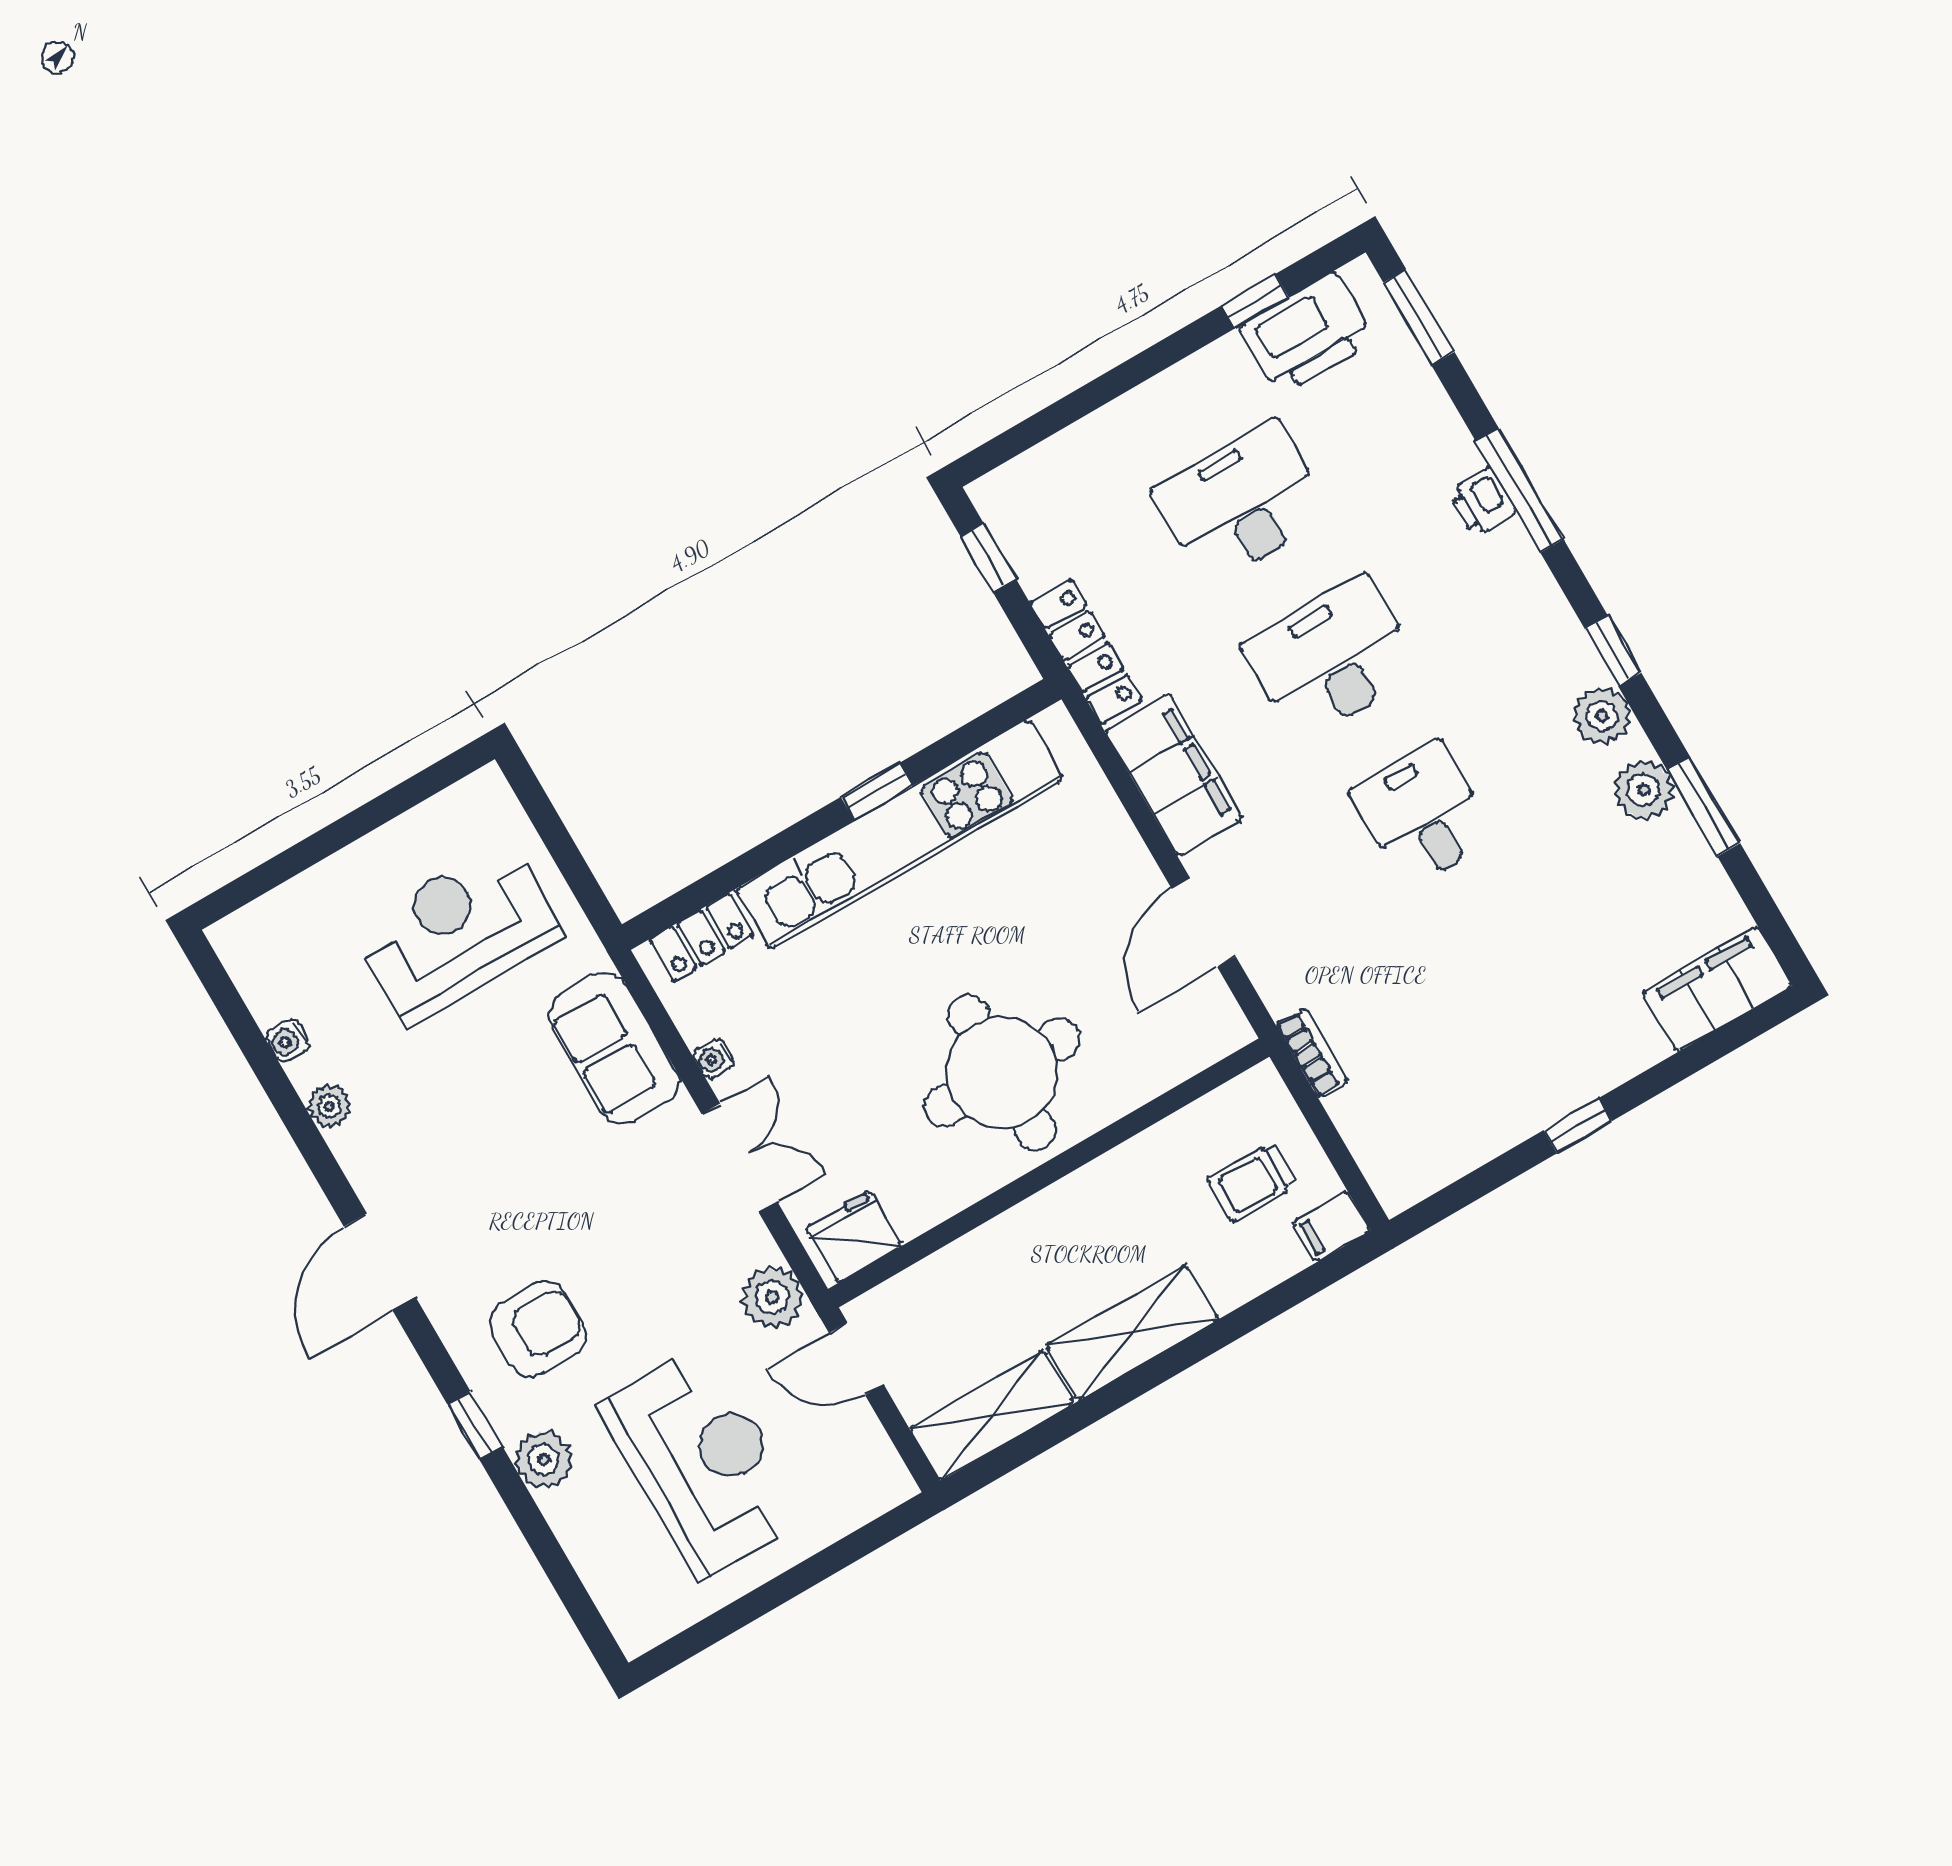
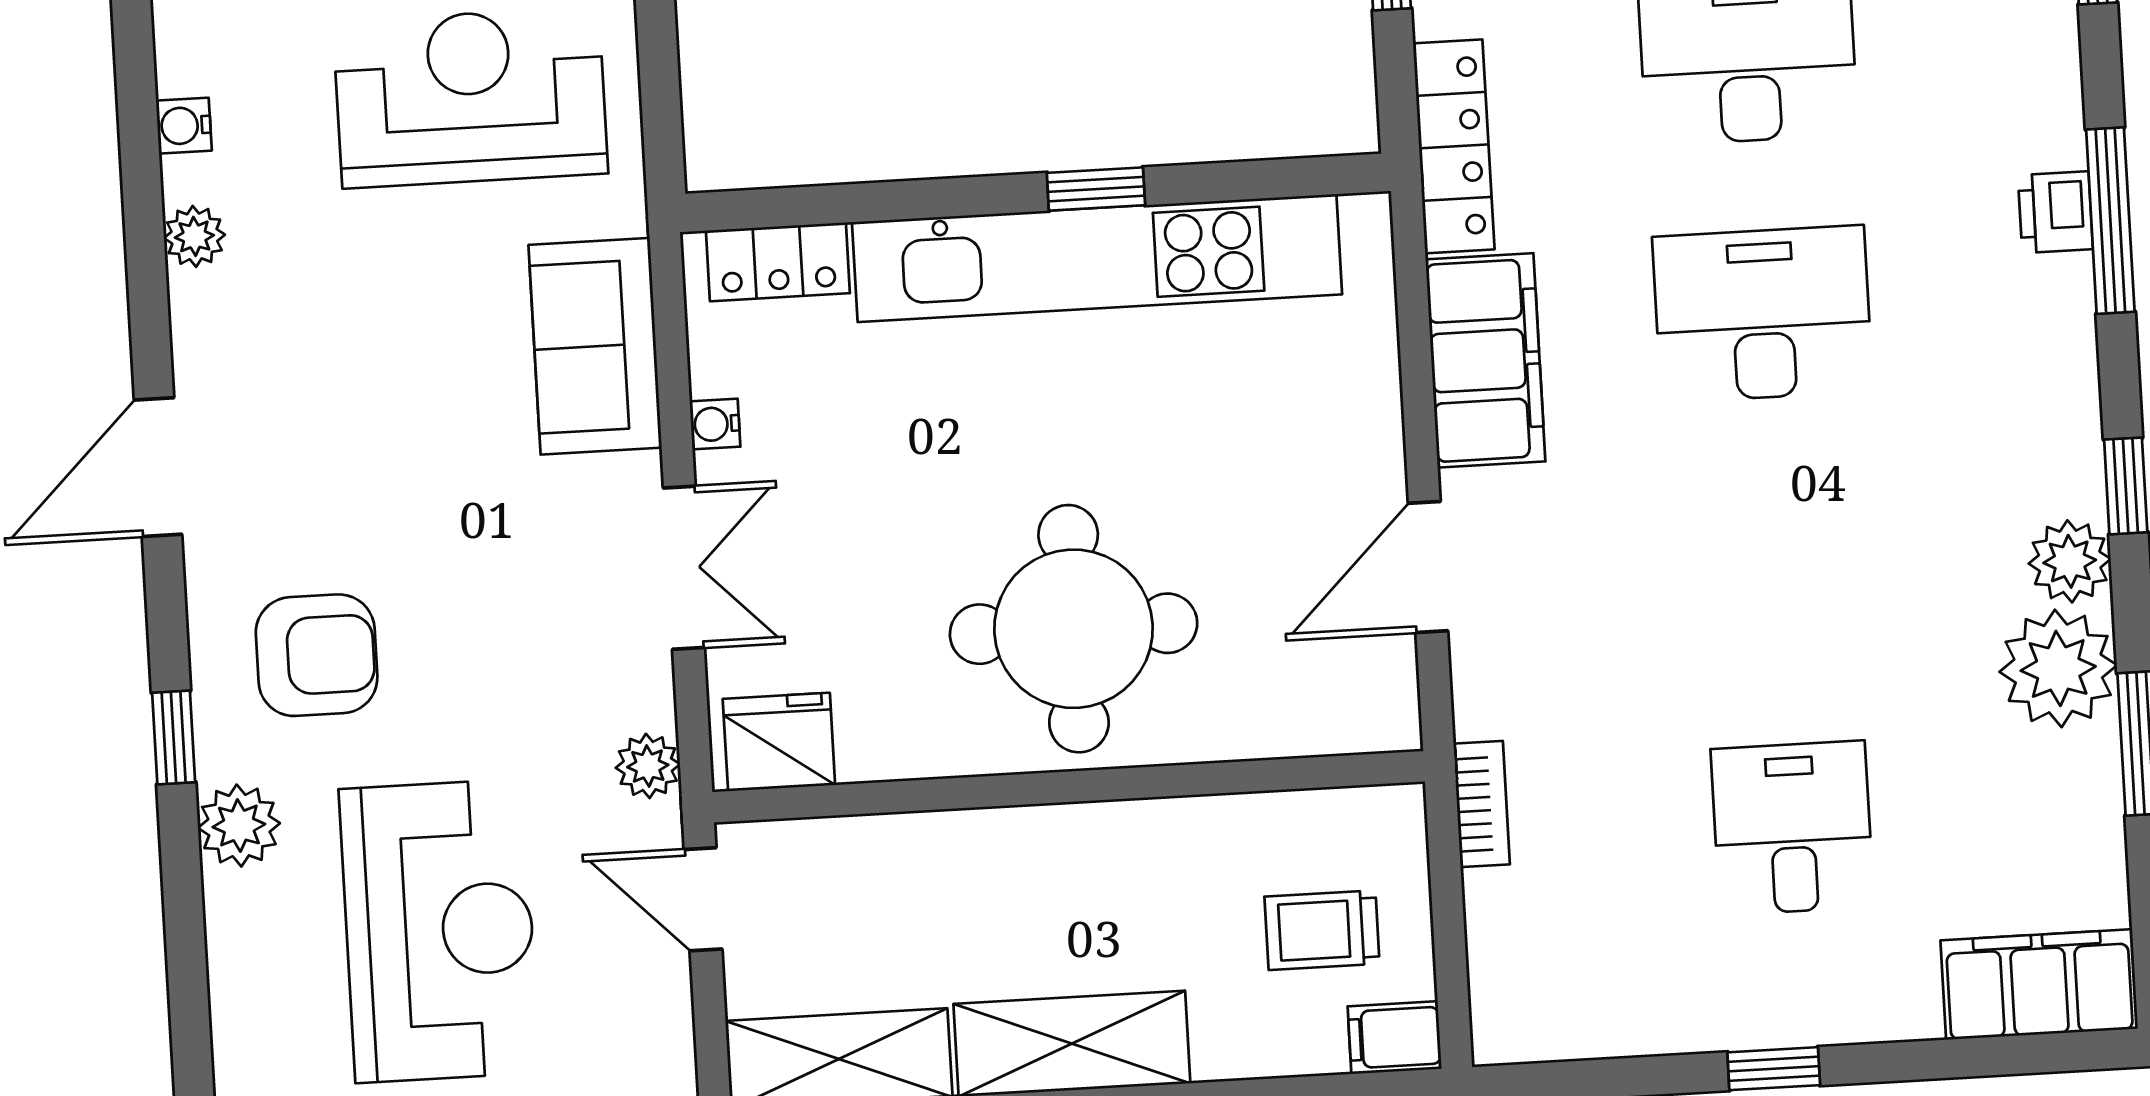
plant: (1644, 790) -> (2058, 668), width x1.36, depth x1.36
desk: (1423, 814) -> (1792, 828), moved
plant: (772, 1297) -> (648, 766), width x0.73, depth x0.73

